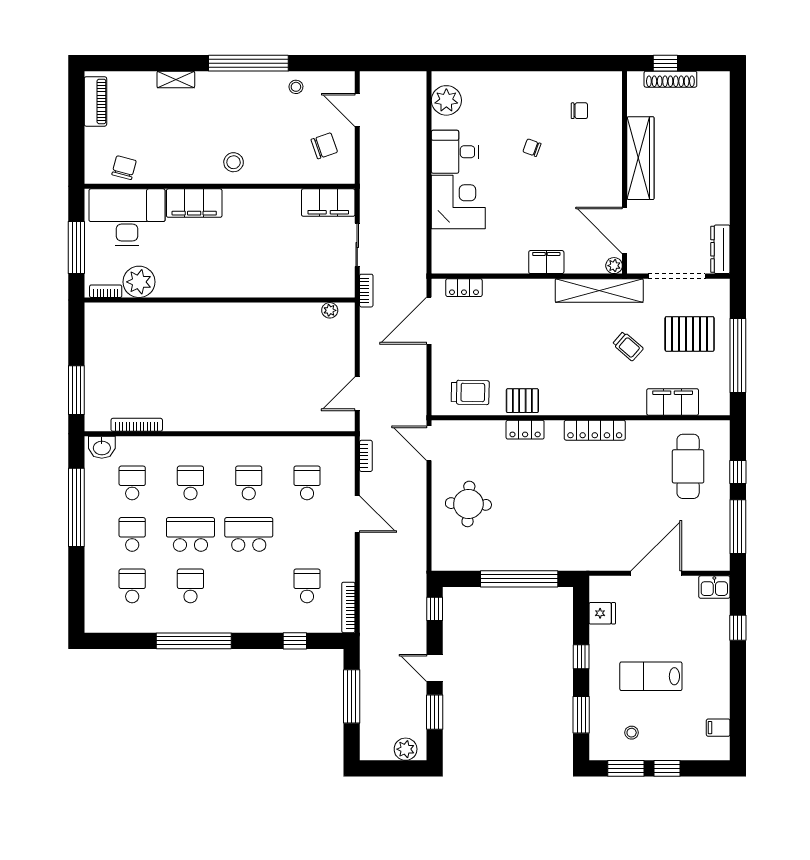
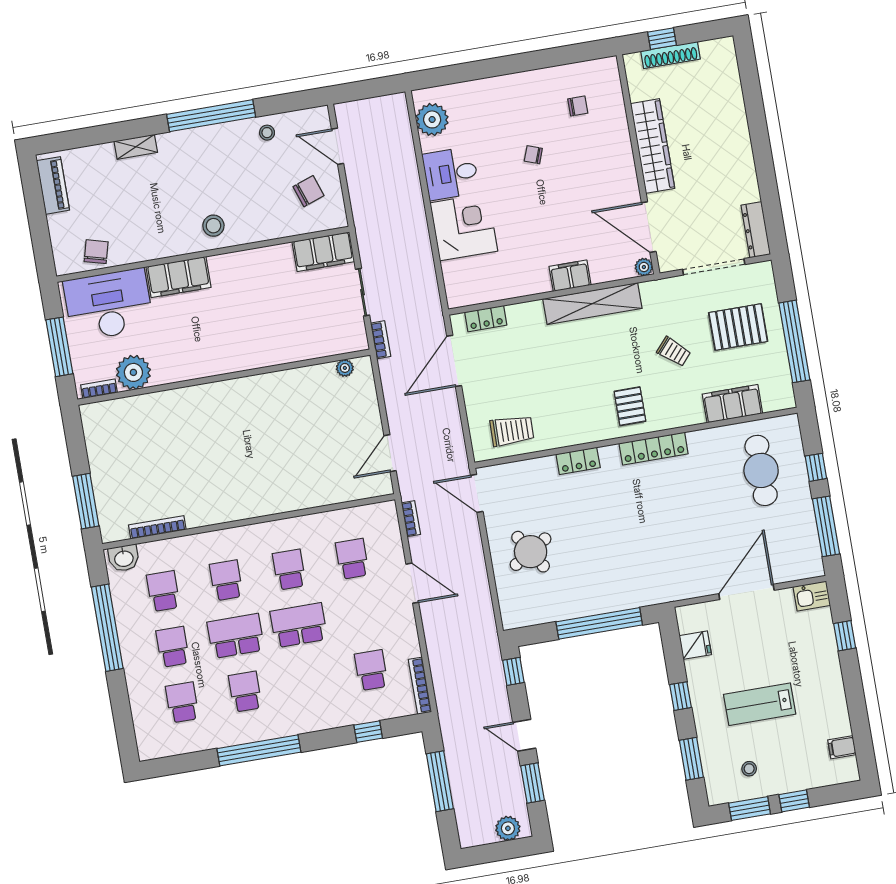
shelving: (599, 290) -> (592, 304), moved
pallet: (522, 401) -> (630, 406), moved, turned 90
round table: (468, 504) -> (531, 552), turned -35

